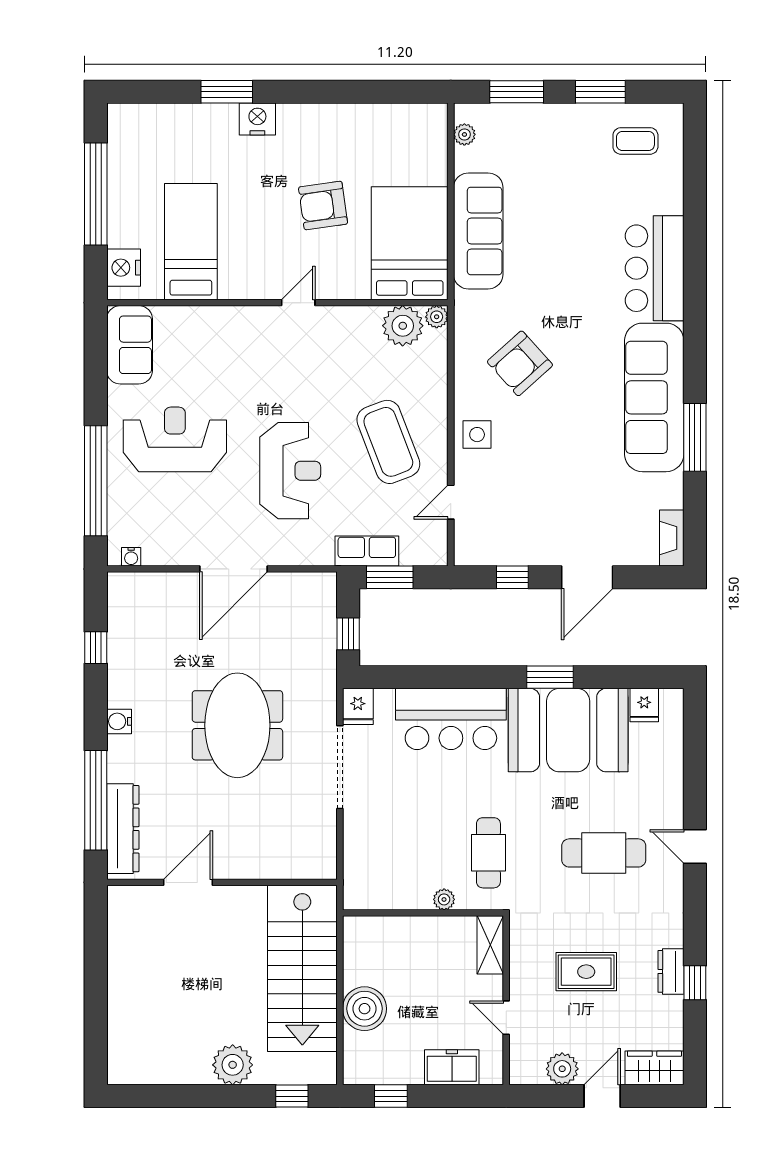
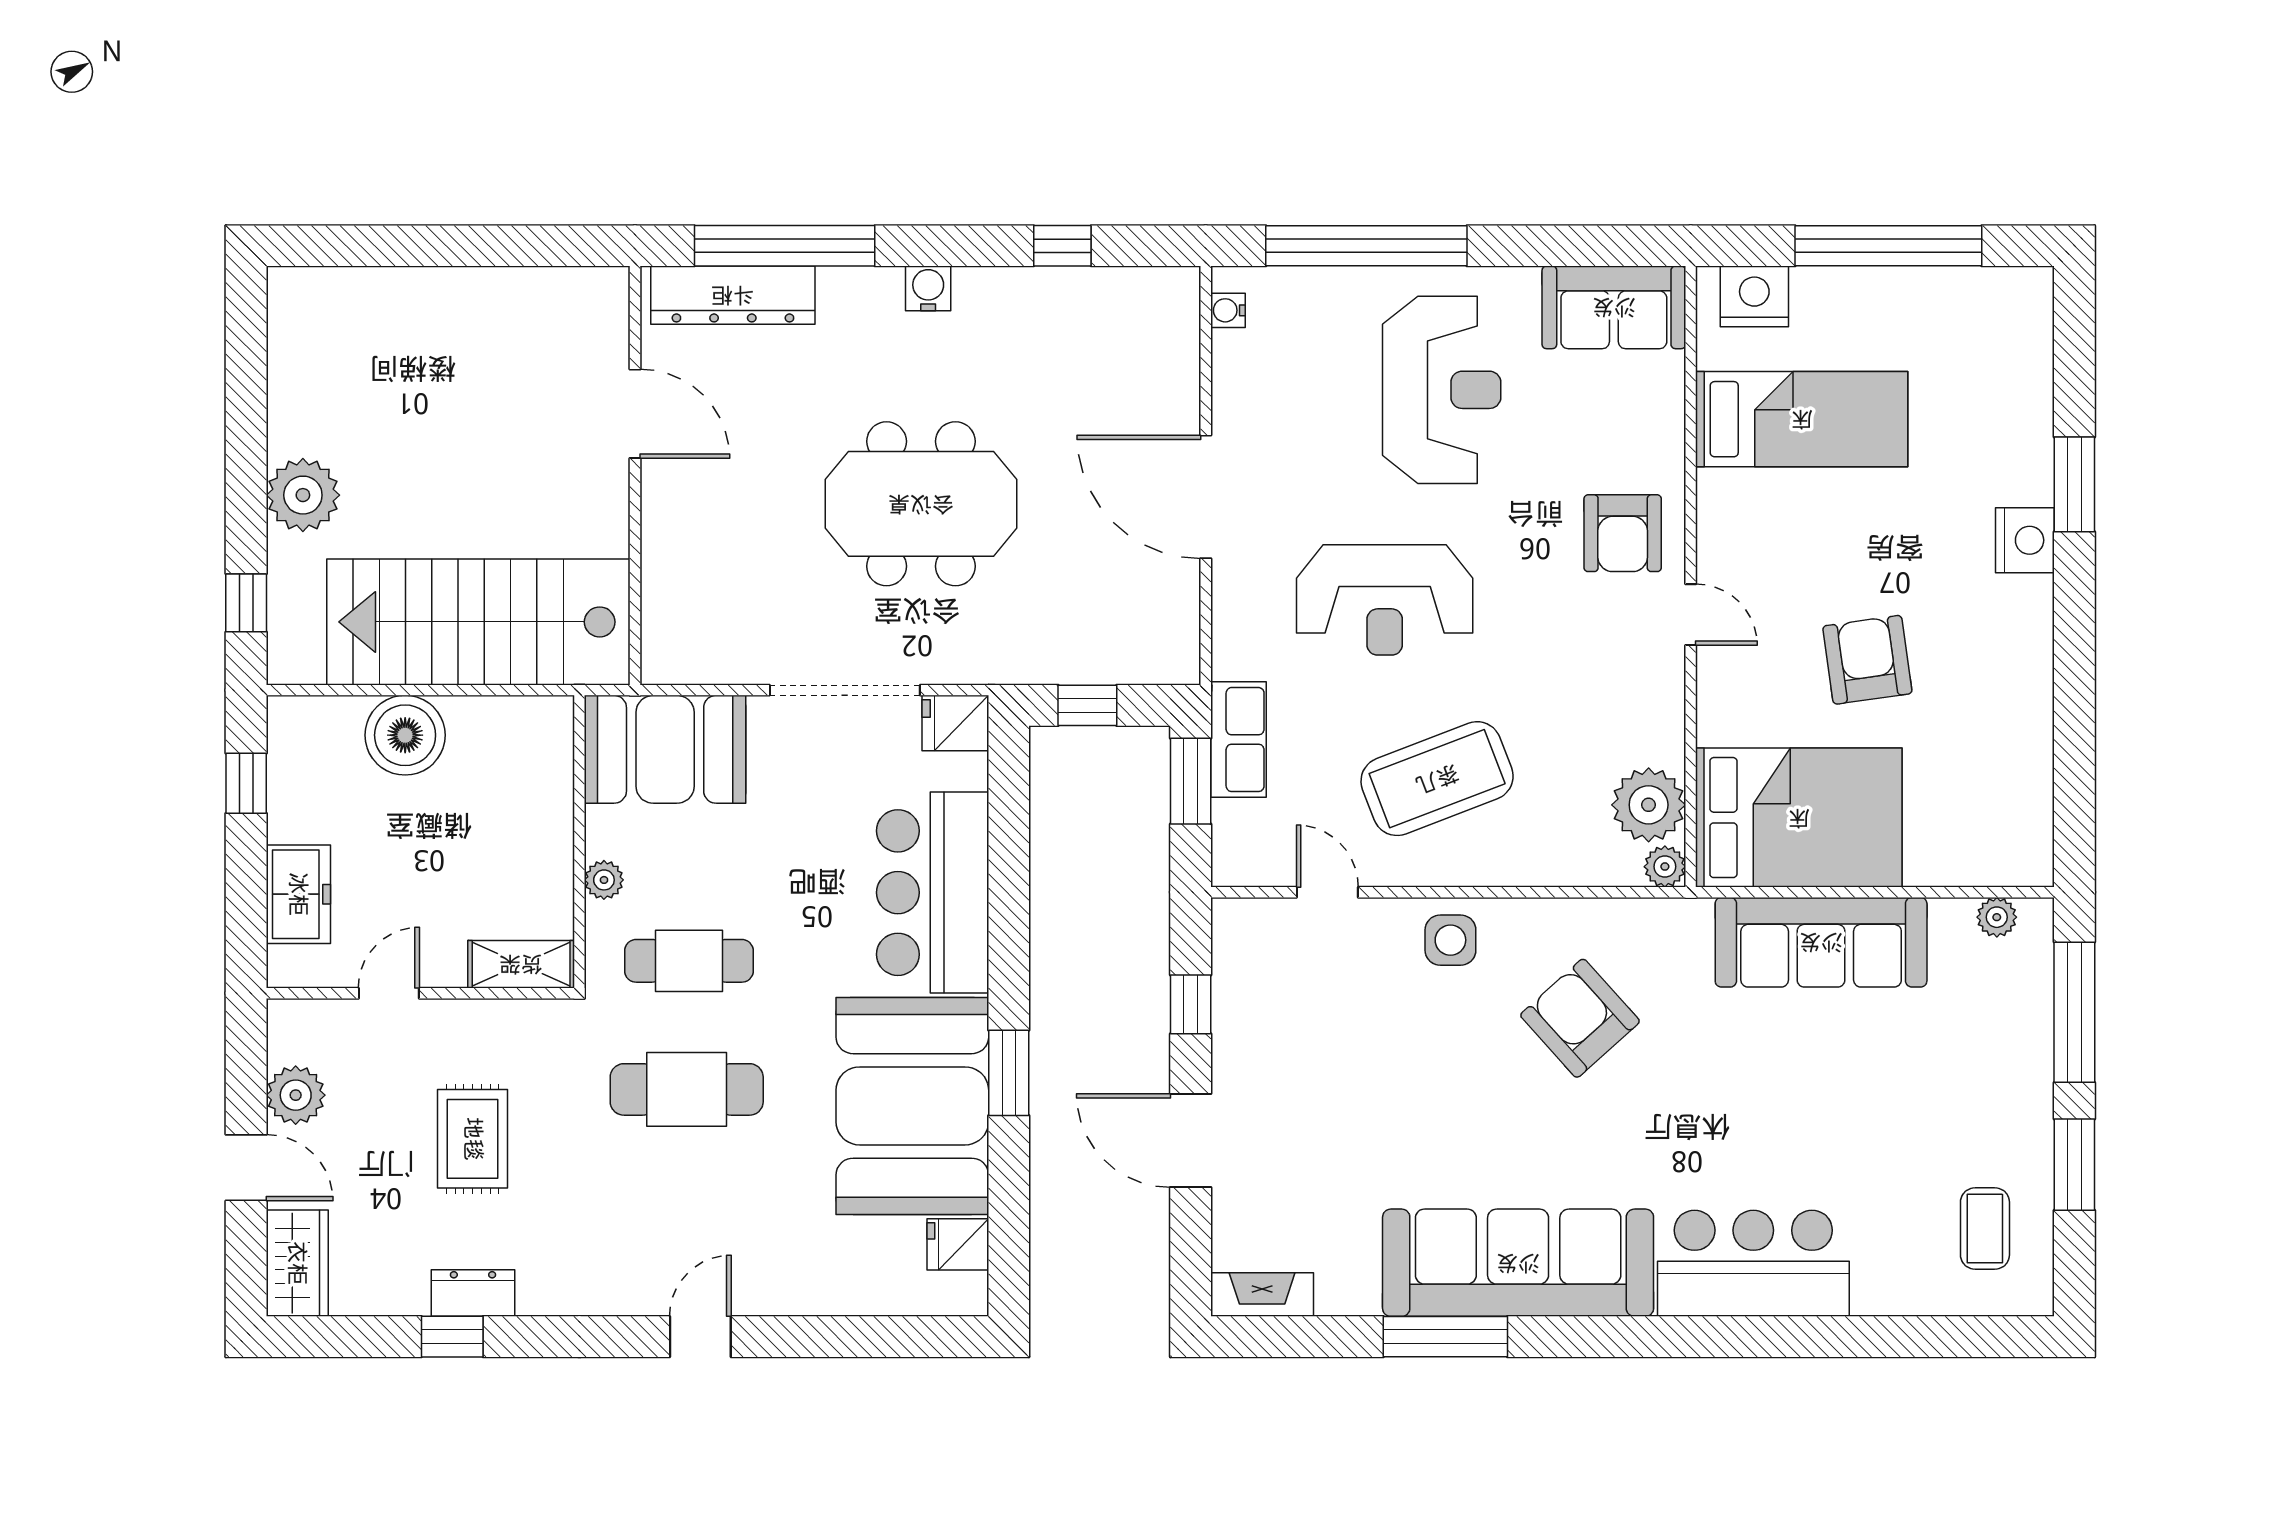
window: (517, 92) -> (2074, 1012), width x1.44
armchair: (254, 340) -> (1623, 533), added
cafe table: (604, 853) -> (687, 1089), moved, turned 90
booth: (372, 866) -> (665, 749), added

